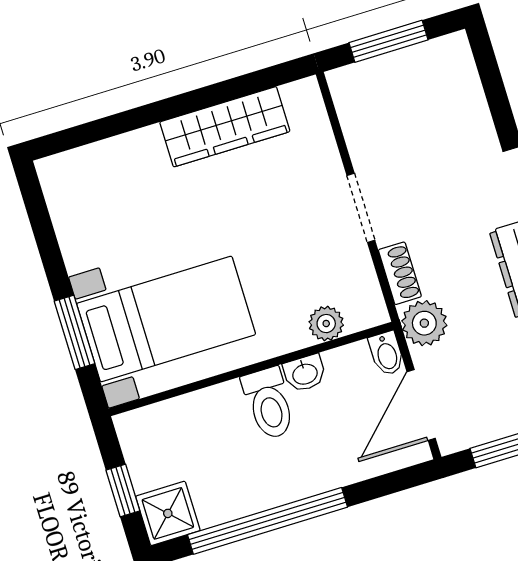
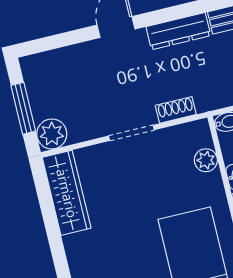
wardrobe: (225, 127) -> (67, 193), moved
plant: (424, 323) -> (52, 134), moved

